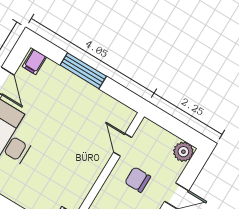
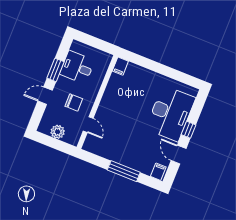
plant: (183, 152) -> (58, 132), moved

